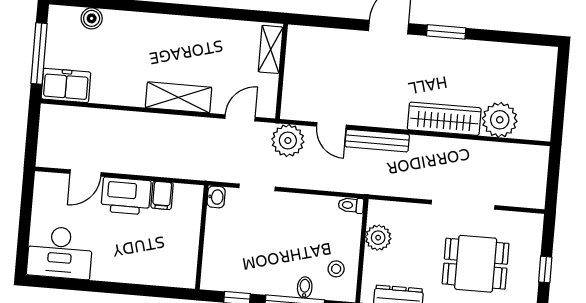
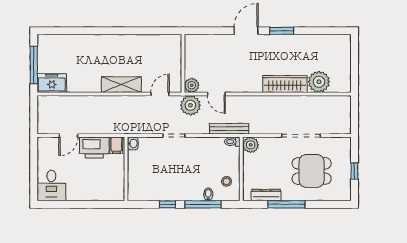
boiler: (92, 18) -> (64, 41), removed
shelving: (271, 49) -> (175, 51), removed
plant: (293, 108) -> (192, 85), added
bench: (377, 141) -> (229, 129), moved
washbasin: (216, 197) -> (133, 144), moved
wall: (202, 237) -> (126, 169), moved
plant: (378, 238) -> (251, 145), moved
desk: (60, 252) -> (51, 186), width x0.73

